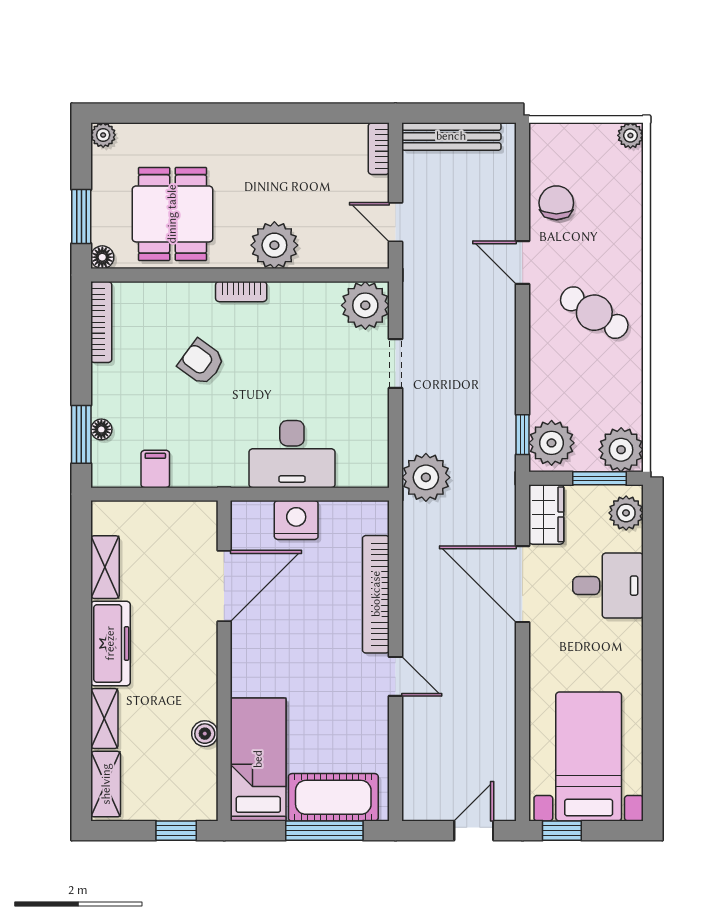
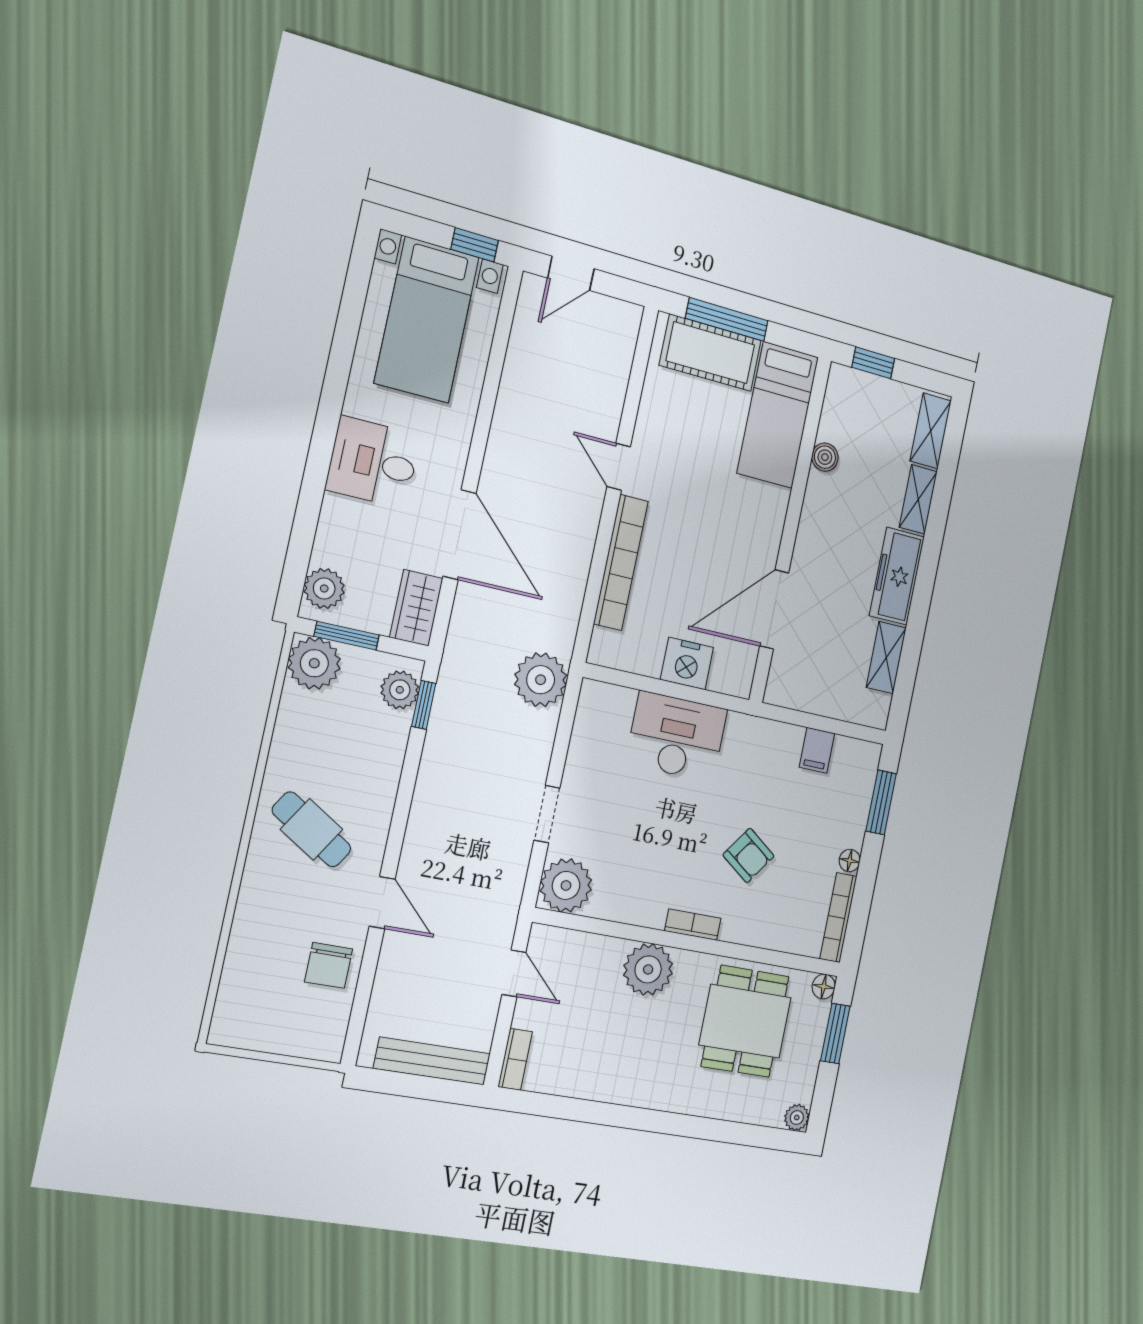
plant: (630, 135) -> (224, 1031), removed
floor lamp: (101, 429) -> (850, 861), moved
plant: (552, 443) -> (400, 690), width x0.73, depth x0.73
desk: (608, 586) -> (373, 462), moved

